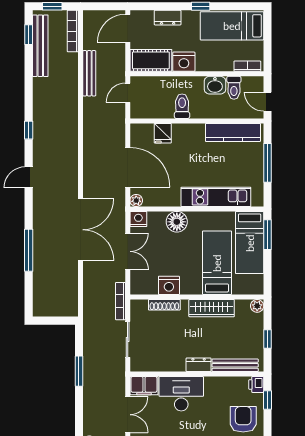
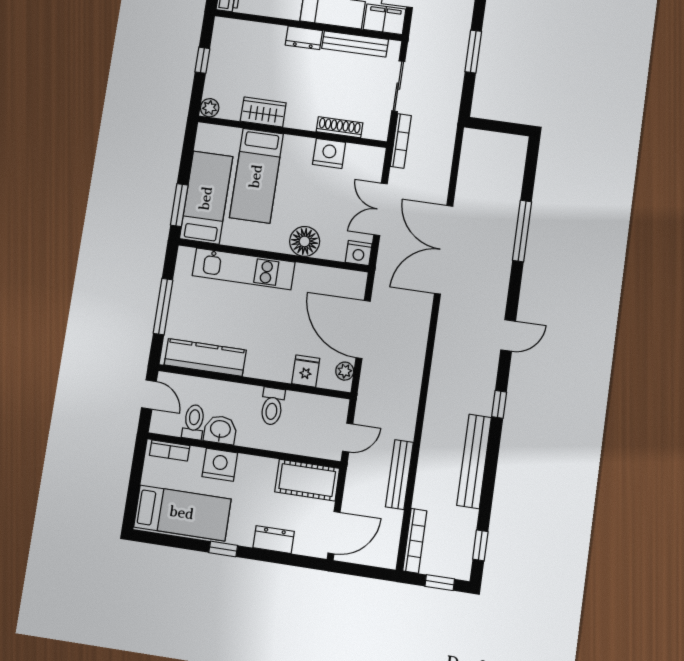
bench: (40, 46) -> (474, 461), moved
nightstand: (184, 62) -> (220, 465), moved
plant: (136, 200) -> (345, 371), moved
wardrobe: (212, 308) -> (263, 112), width x0.67
bench: (235, 365) -> (355, 44), moved

